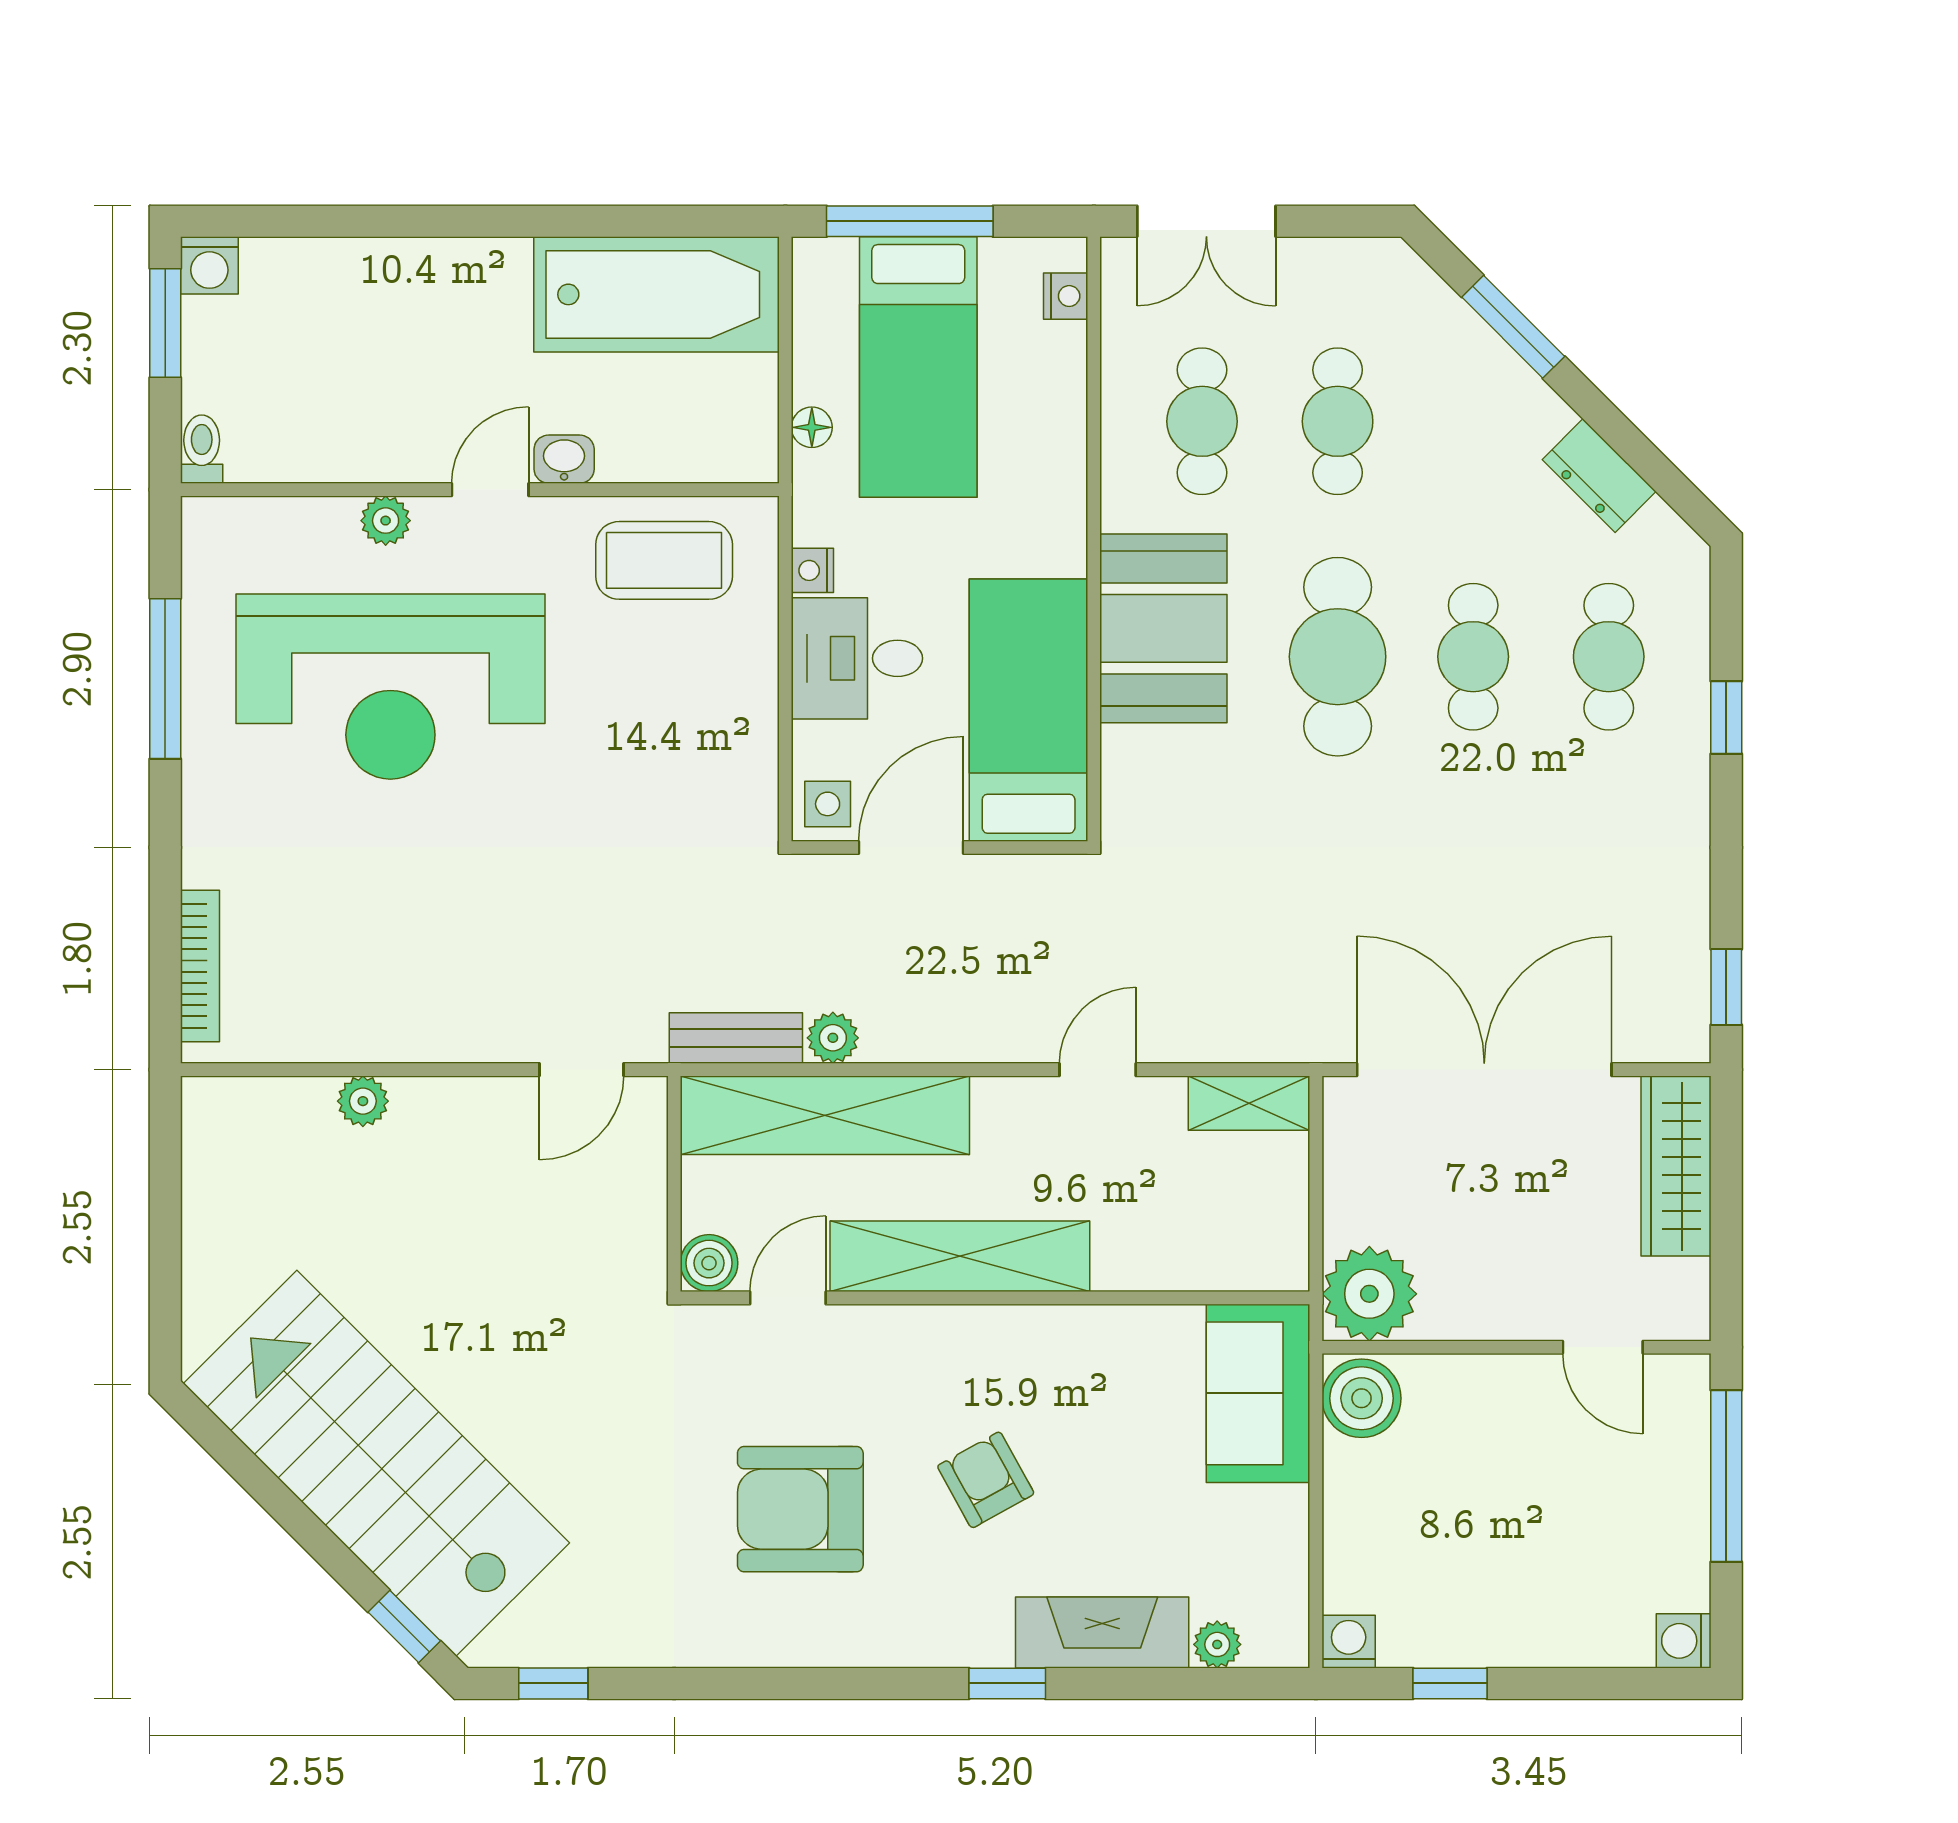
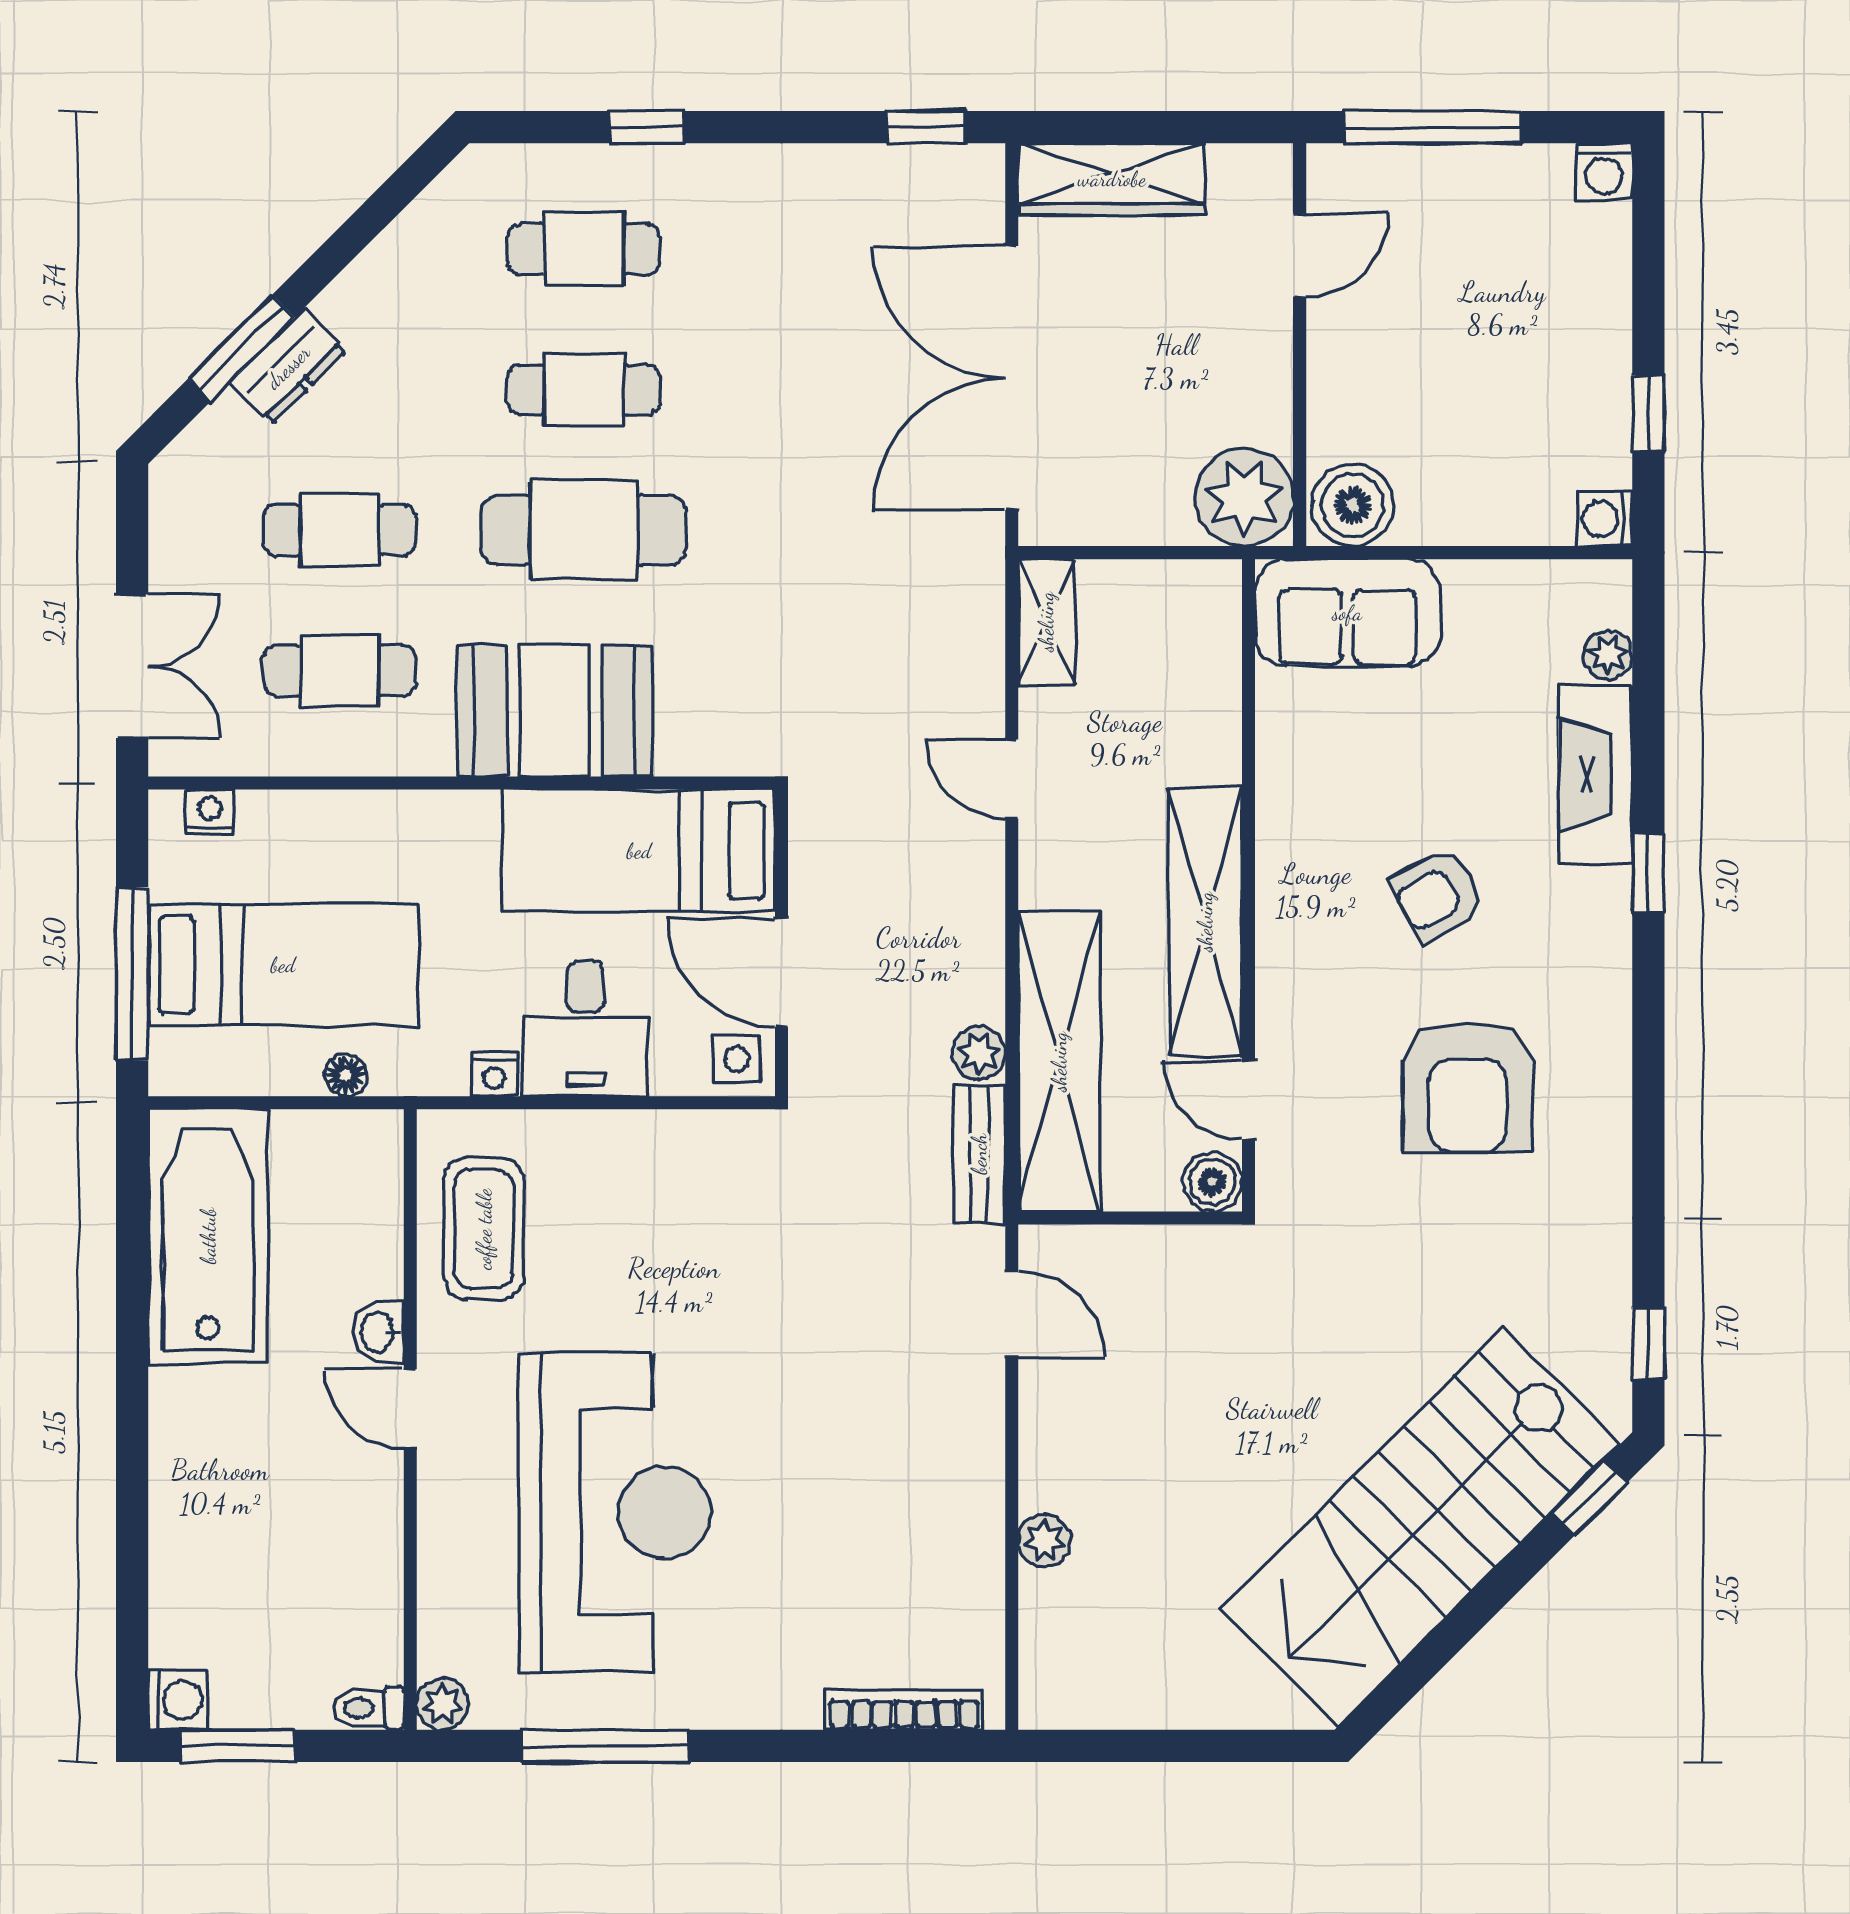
dresser: (1599, 475) -> (288, 367), moved
plant: (386, 521) -> (442, 1704), moved

